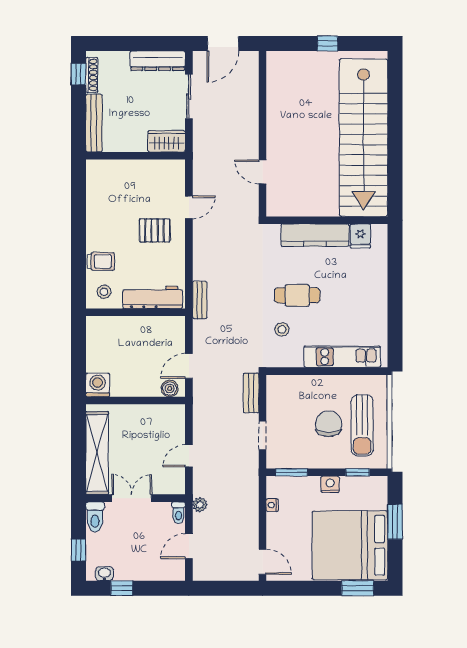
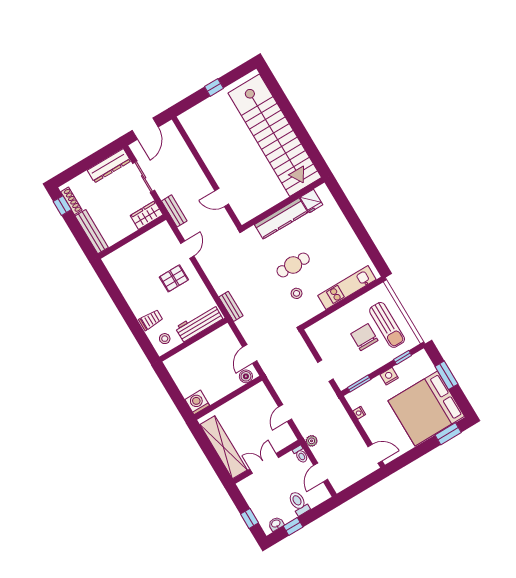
bench: (251, 393) -> (174, 211), moved
toilet: (95, 517) -> (299, 503), moved, turned 180

